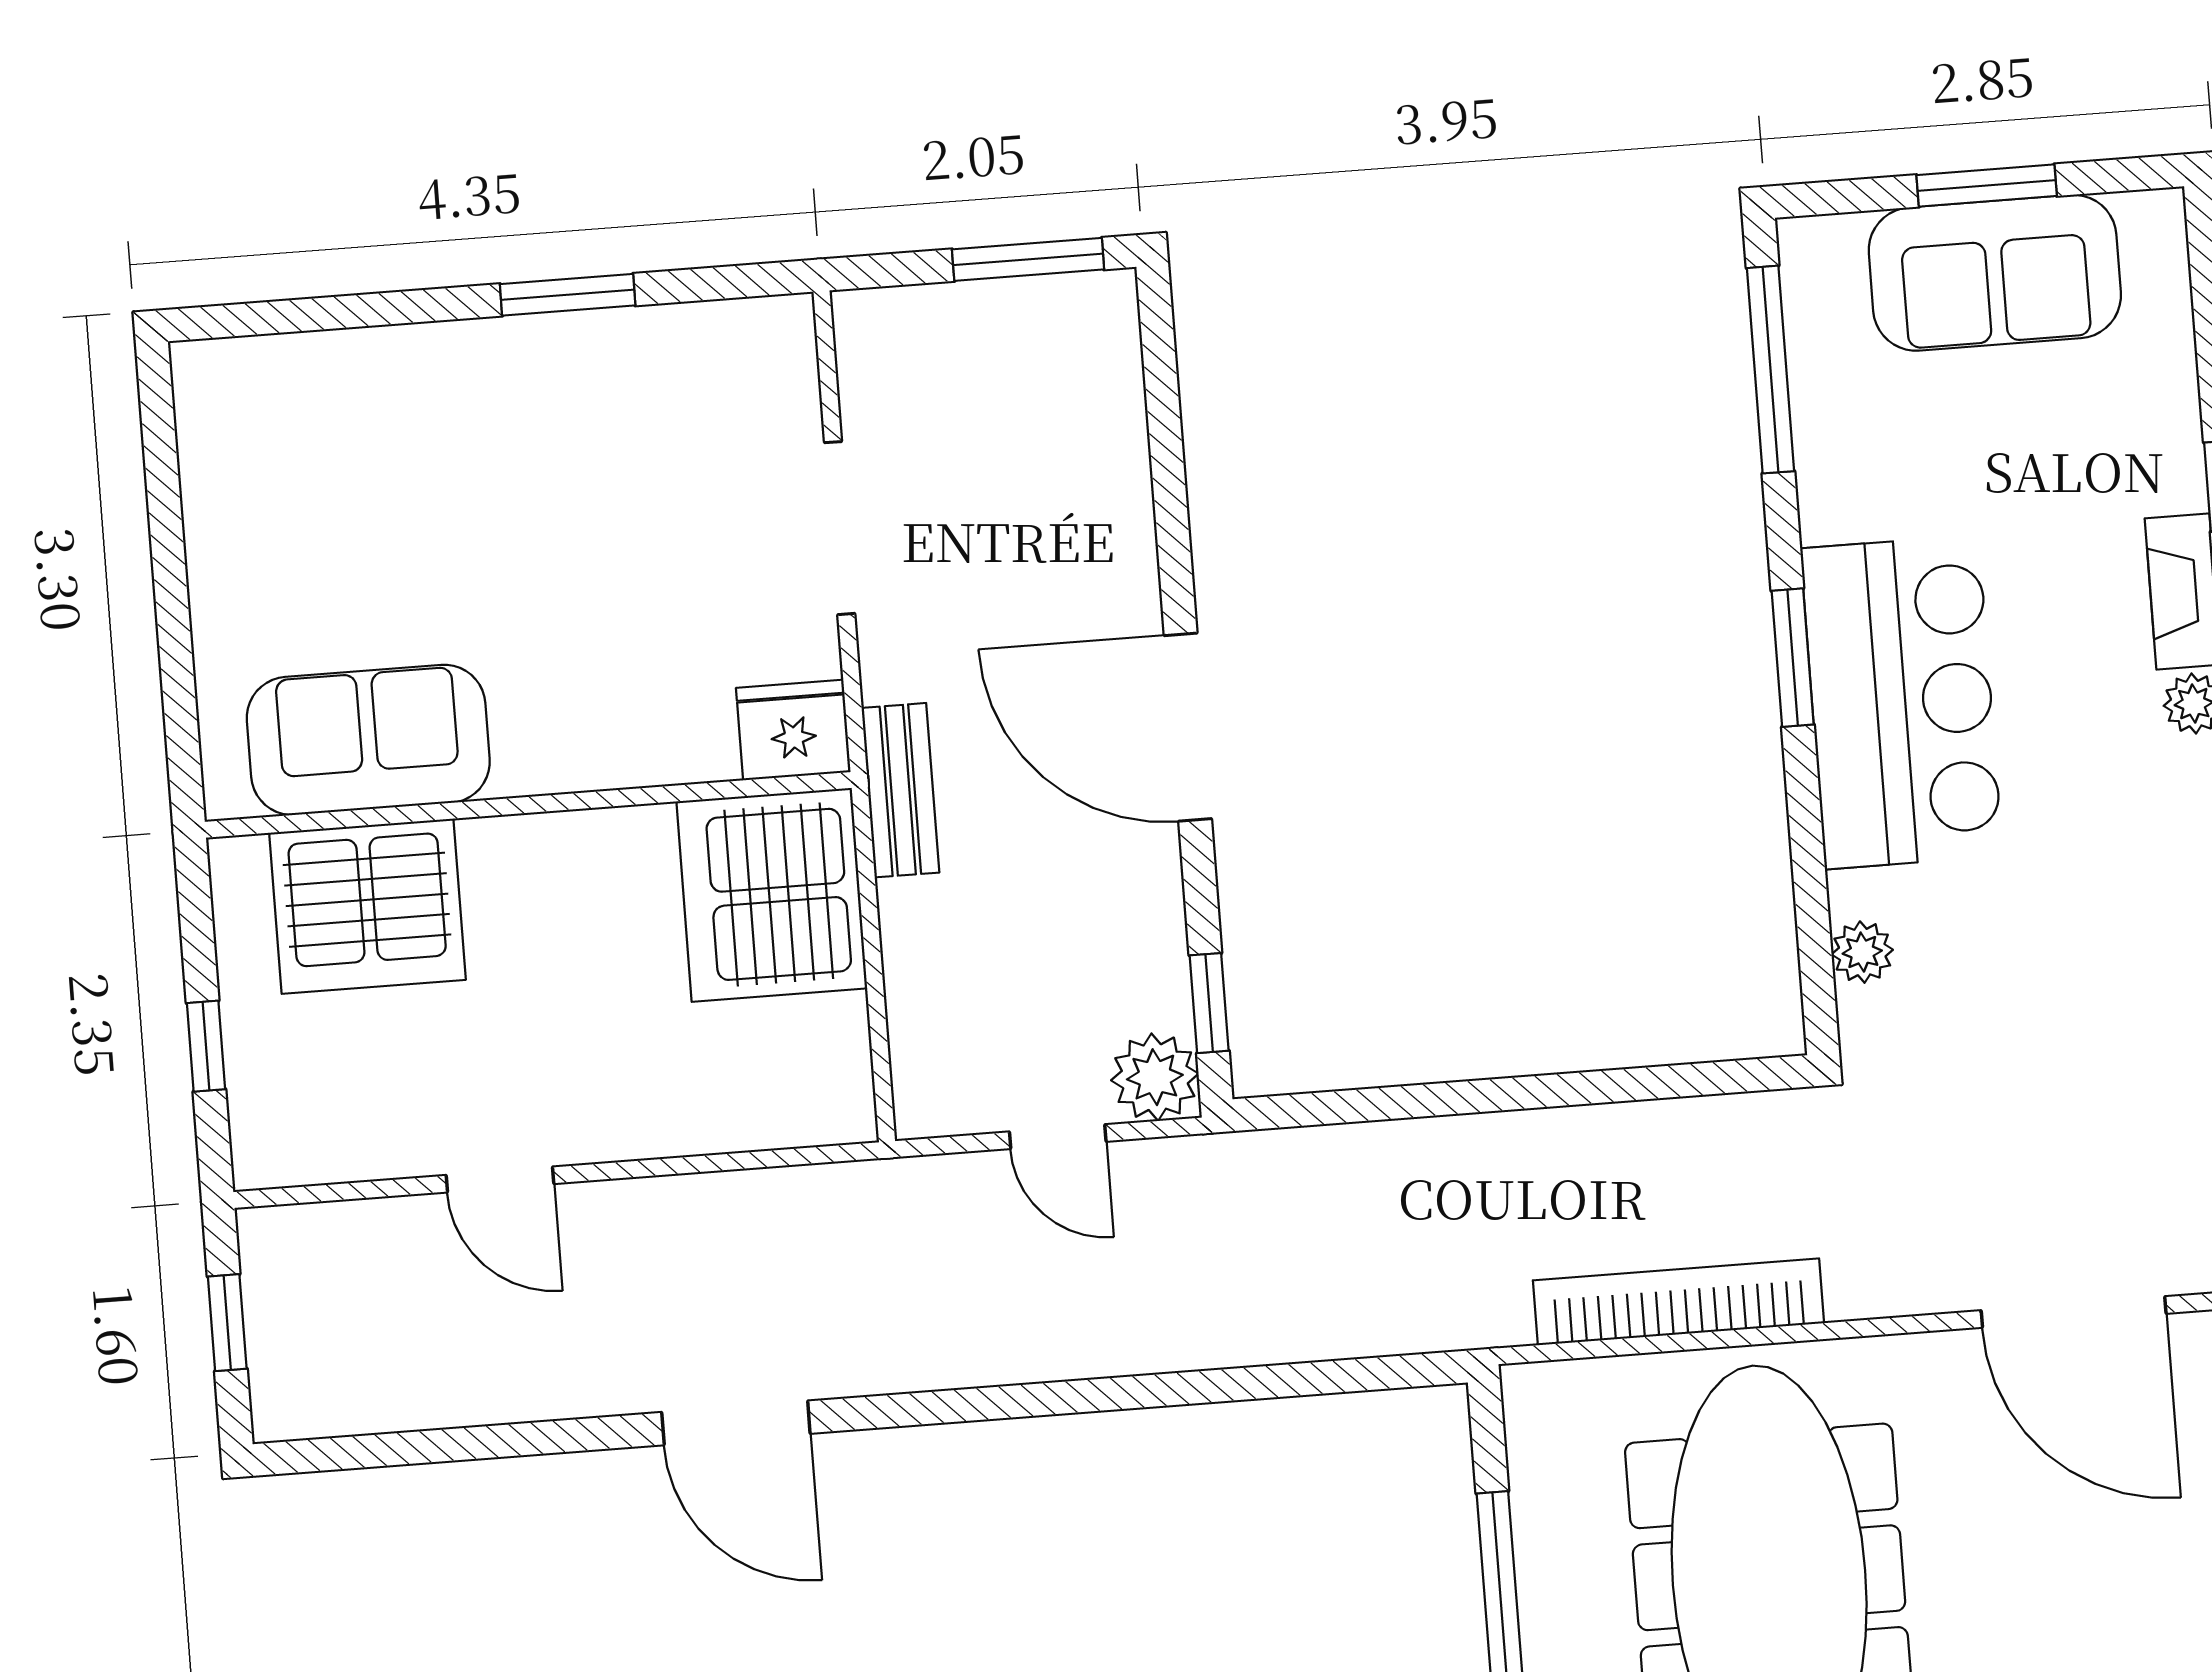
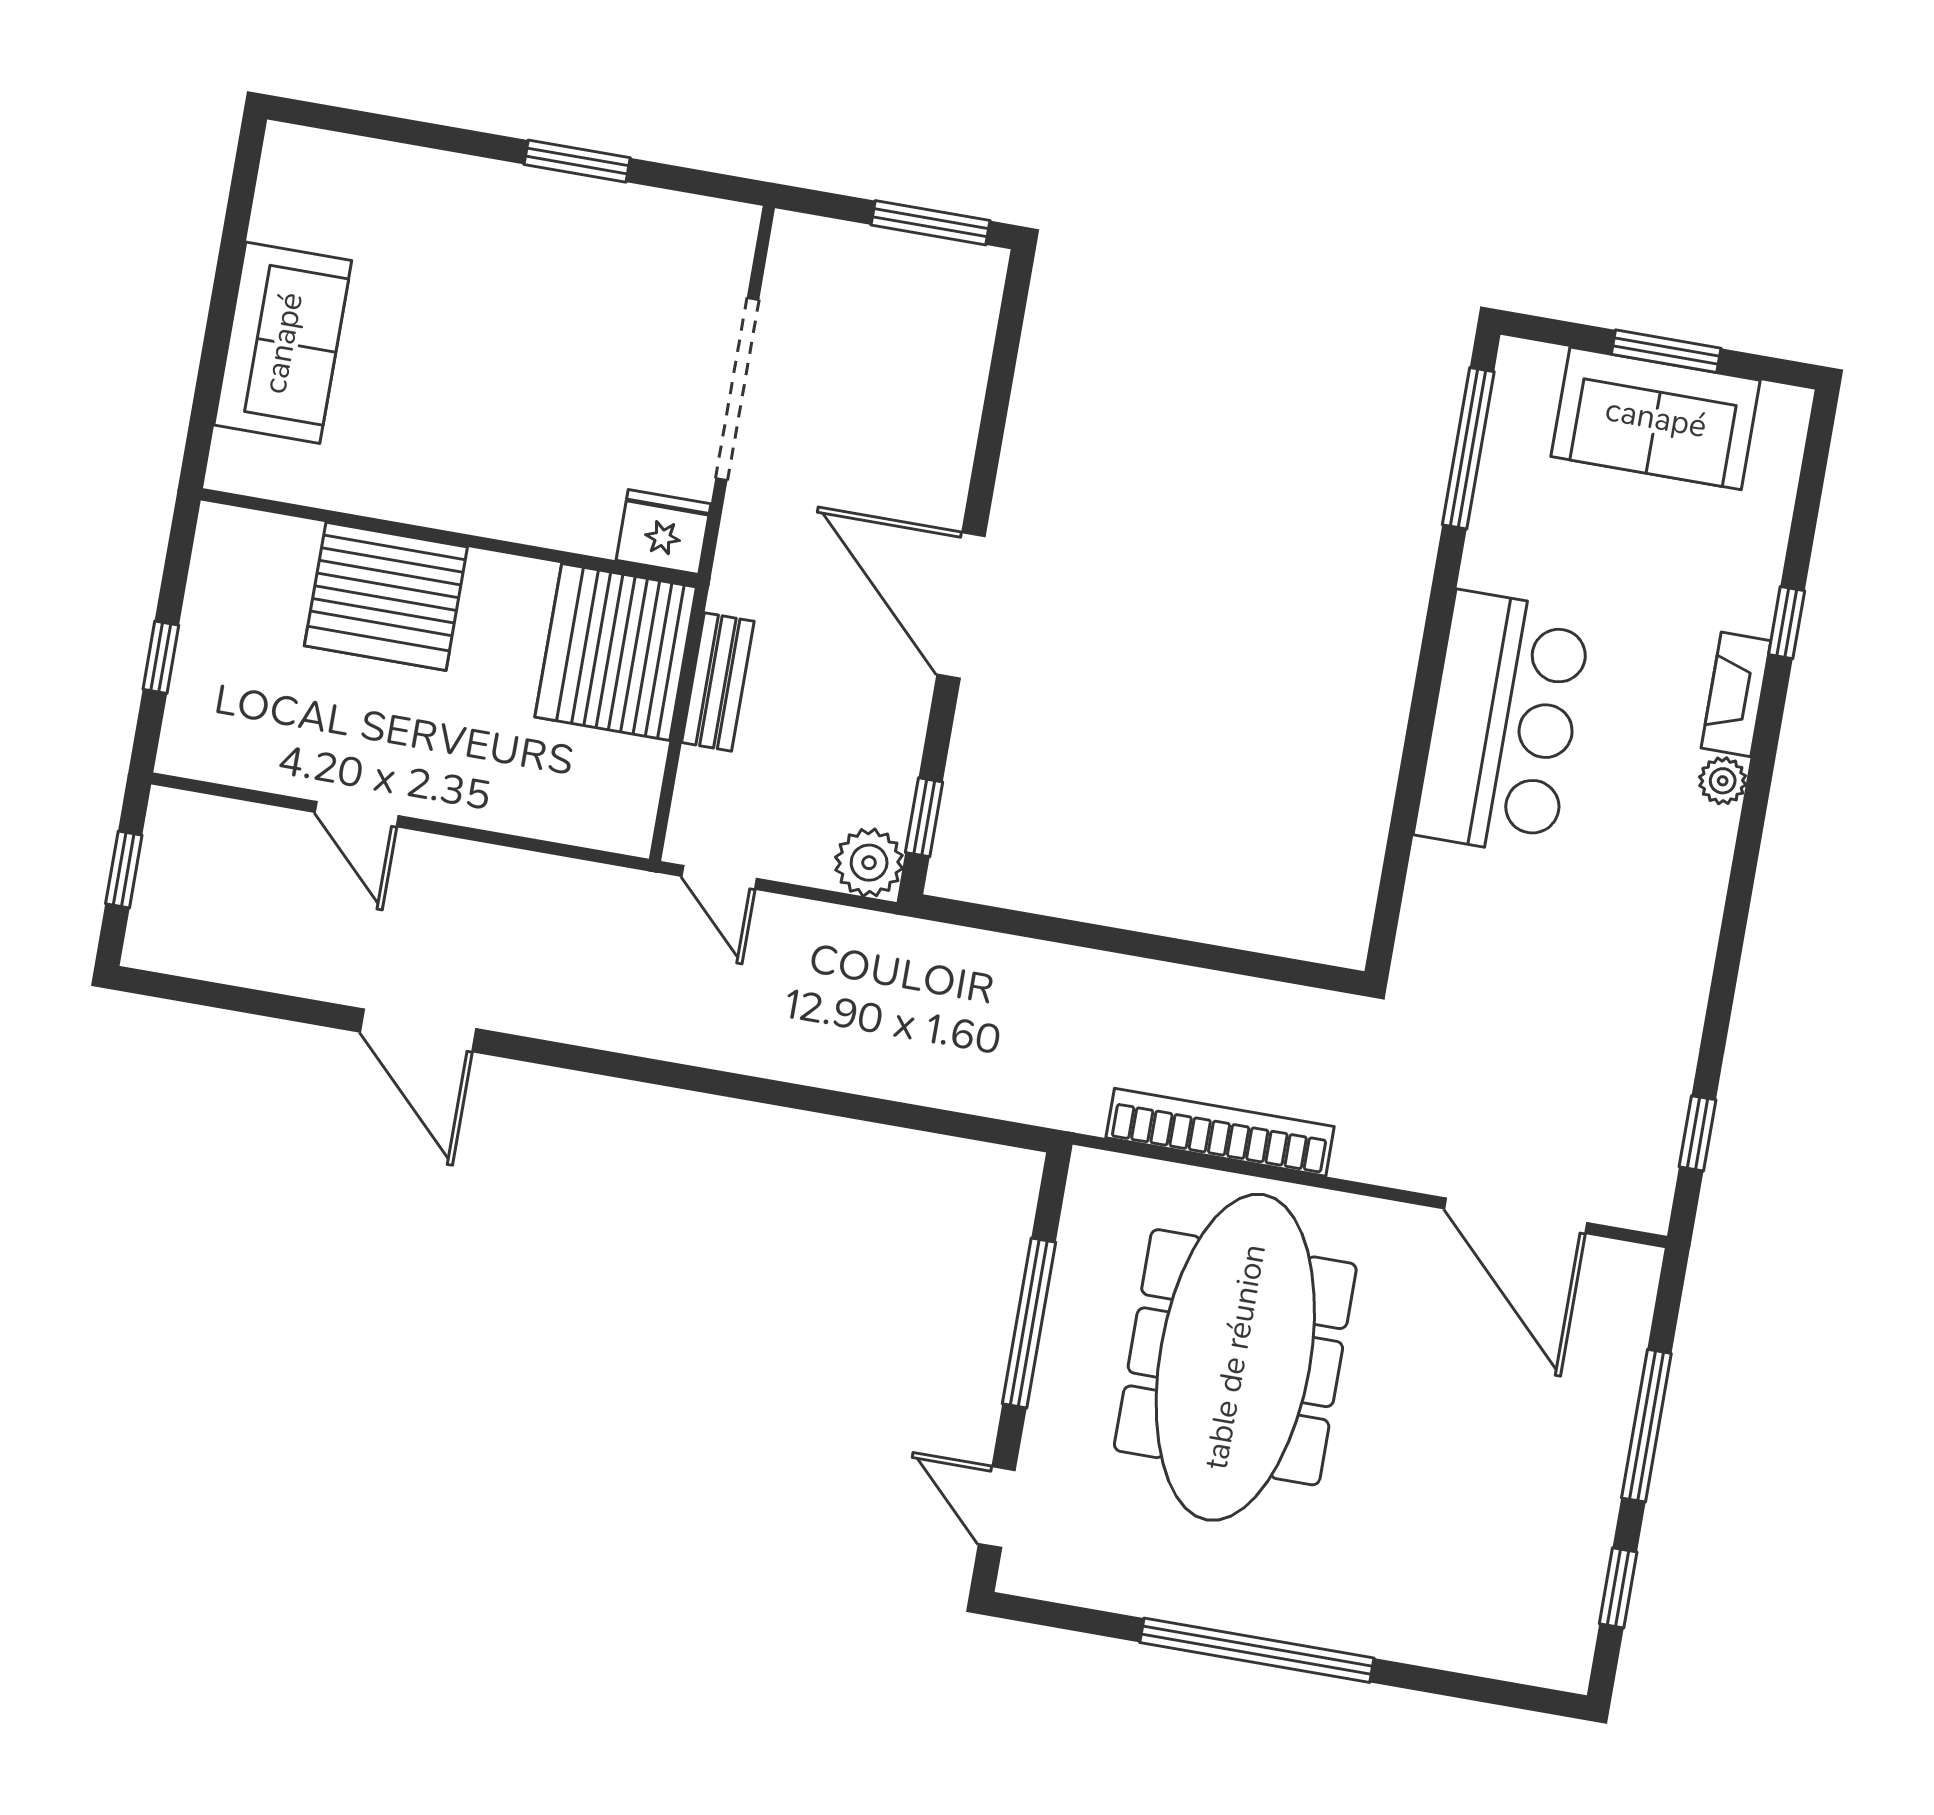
doorway: (840, 528) -> (737, 389), width x1.36
window: (1793, 658) -> (1430, 669), removed
sofa: (368, 740) -> (283, 343), moved, turned 90
bench: (900, 790) -> (718, 682), moved
server rack: (368, 906) -> (386, 596), moved
plant: (1862, 952) -> (1425, 904), removed
door: (1058, 1137) -> (719, 877), moved
door: (736, 1423) -> (418, 1030), moved

